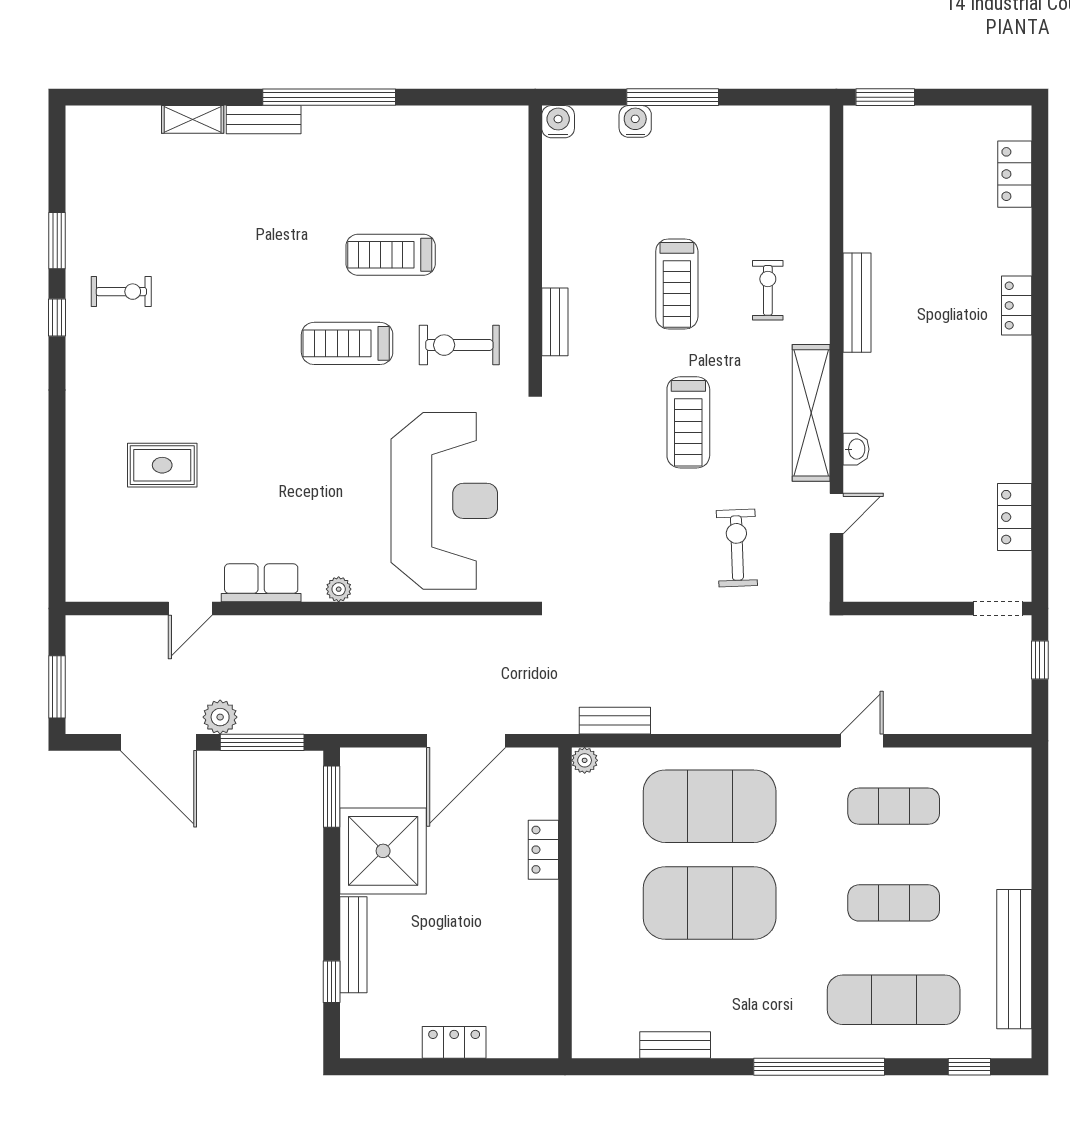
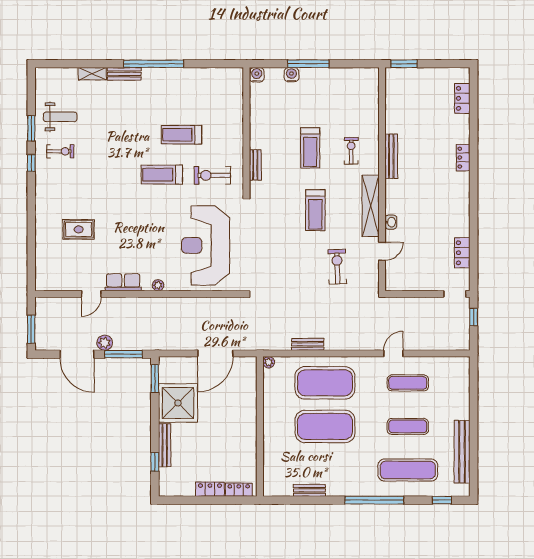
weight bench: (121, 215) -> (60, 117), added
reception desk: (444, 501) -> (206, 245), turned 180
bench: (615, 721) -> (308, 344), moved
locker: (543, 850) -> (239, 490), moved, turned 90

